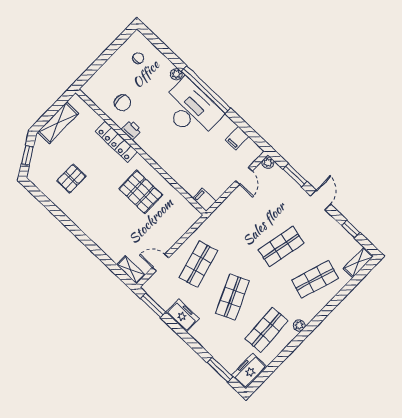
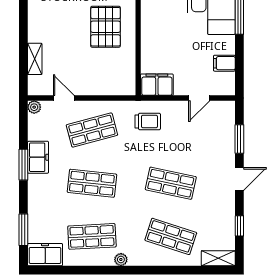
plant: (268, 163) -> (34, 107), moved
filing cabinet: (204, 200) -> (157, 85), width x2.00
trolley: (227, 223) -> (148, 121), added
shelving: (131, 270) -> (35, 59), moved
shop shelf: (232, 297) -> (92, 183), turned 30
window: (153, 305) -> (23, 165), moved

